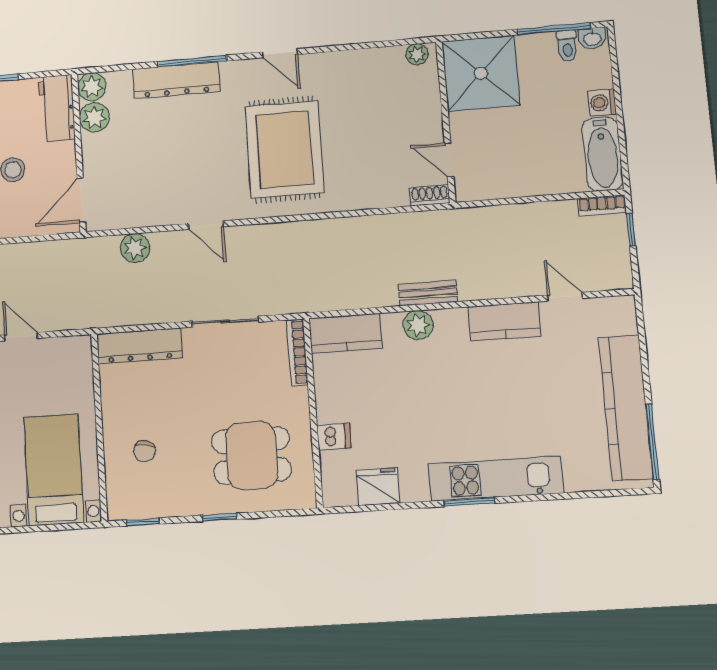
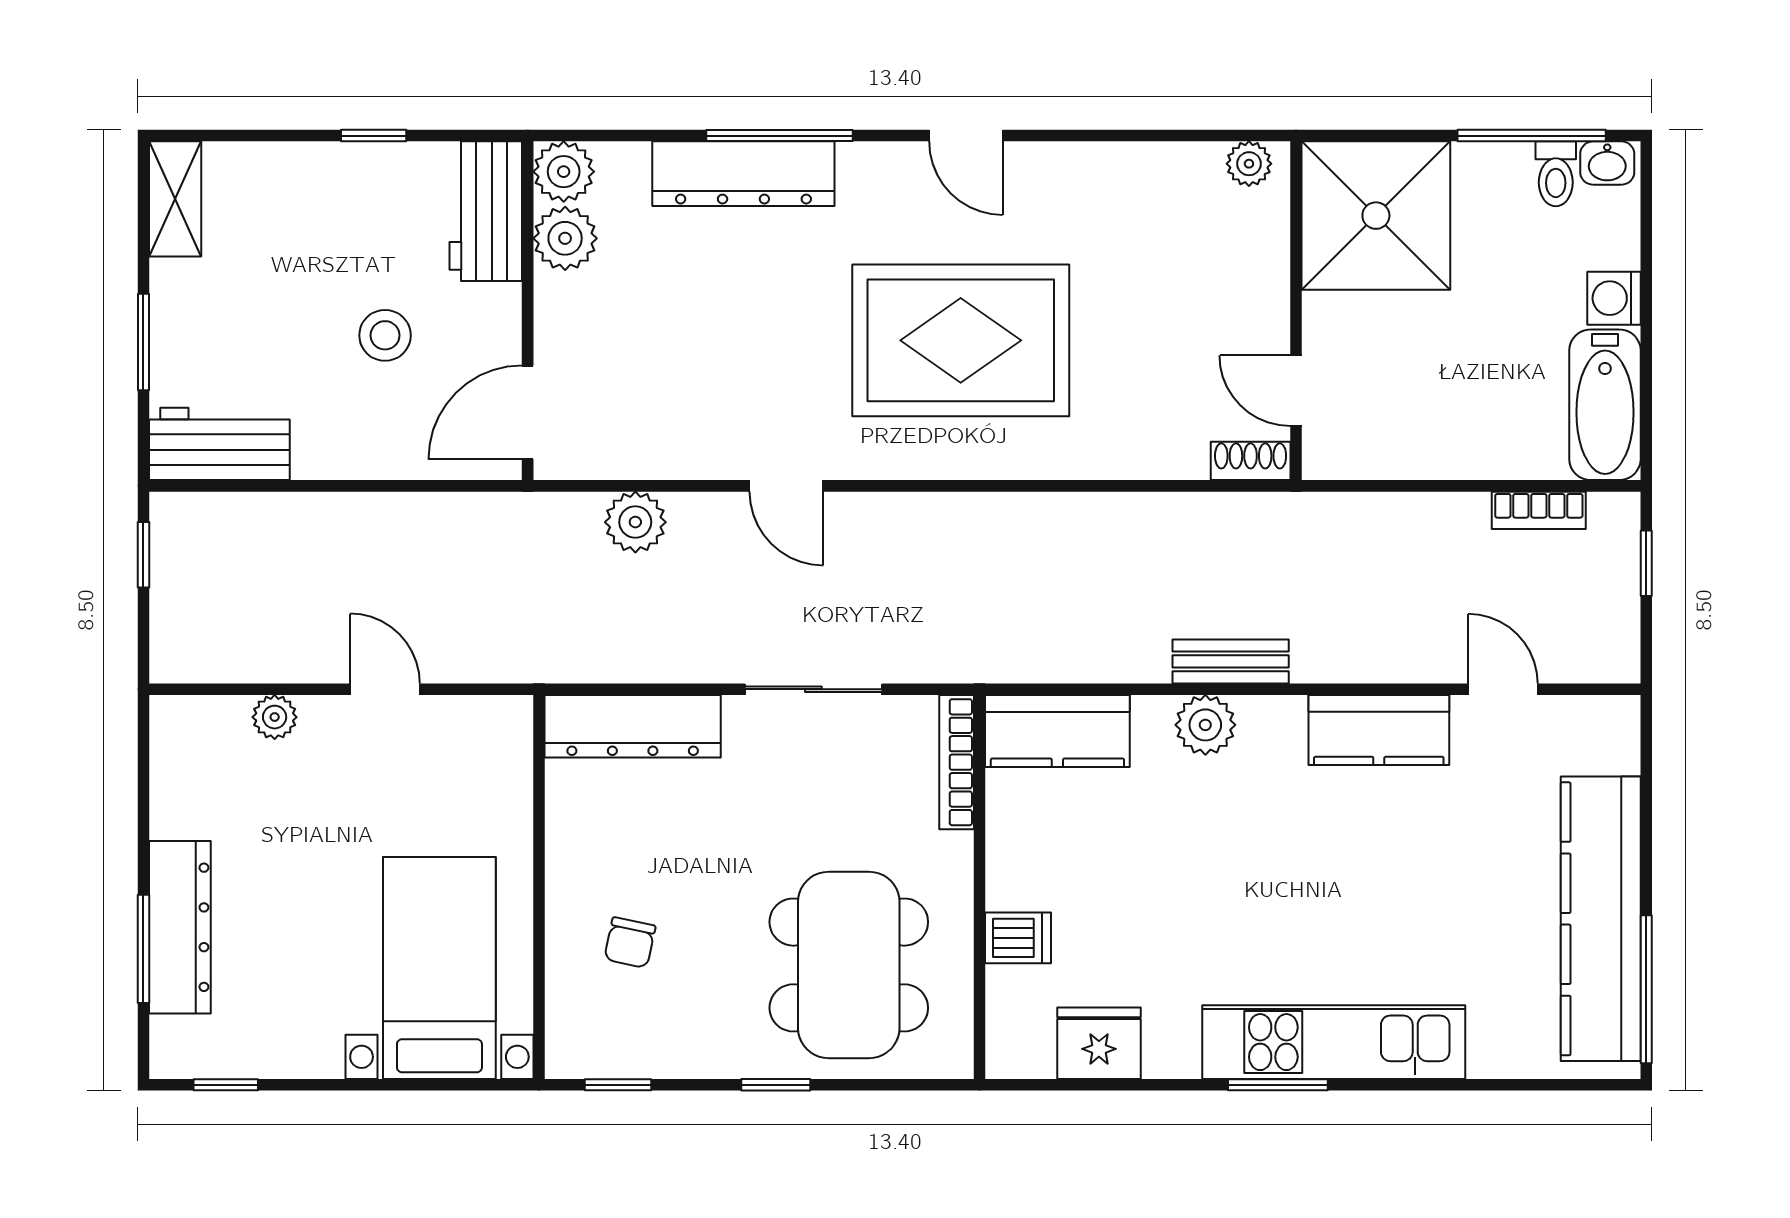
rug: (285, 149) -> (961, 340), turned 90
bookcase: (602, 206) -> (1539, 510), moved
dining table: (252, 455) -> (849, 965), width x1.38

